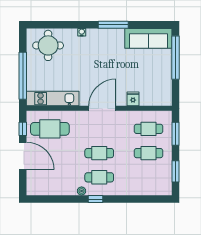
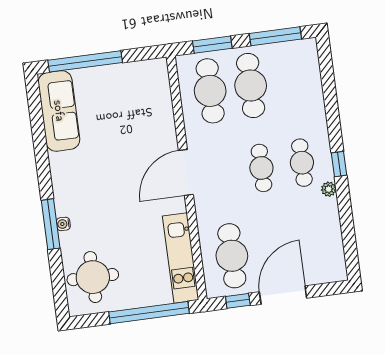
window: (113, 25) -> (51, 224), moved
fridge: (133, 99) -> (163, 124), removed
door: (102, 108) -> (186, 172), hinge flipped
cafe table: (149, 129) -> (210, 91), width x1.37, depth x1.35
cafe table: (149, 153) -> (251, 86), width x1.37, depth x1.35
window: (176, 171) -> (275, 36), width x1.44

